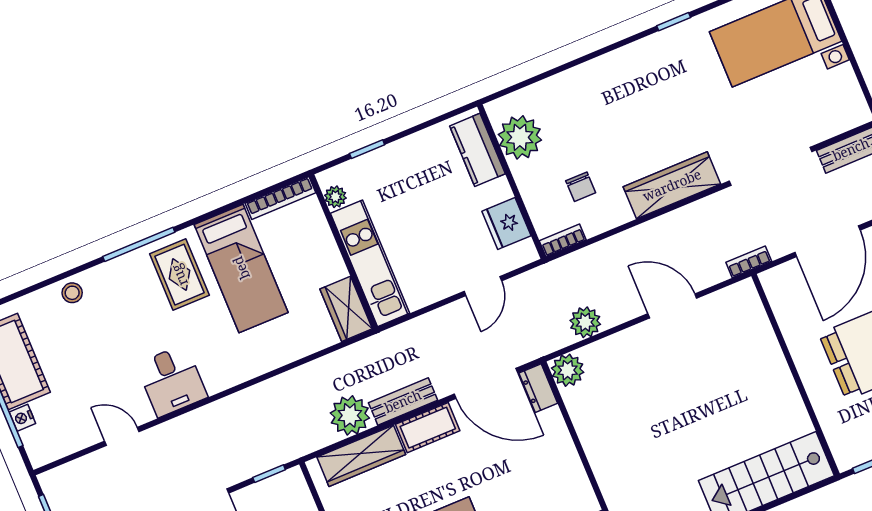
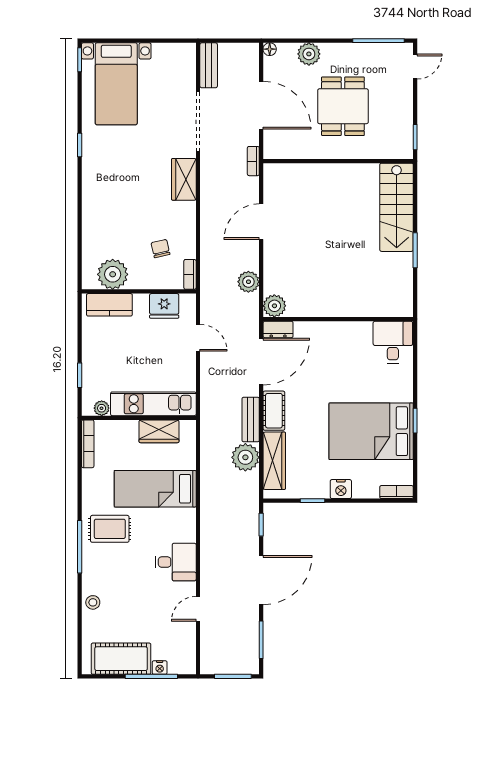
wardrobe: (672, 185) -> (184, 179), width x0.67
chair: (581, 187) -> (160, 249), turned -103
bed: (241, 268) -> (155, 489), moved, turned 180
wardrobe: (346, 309) -> (159, 431), moved

